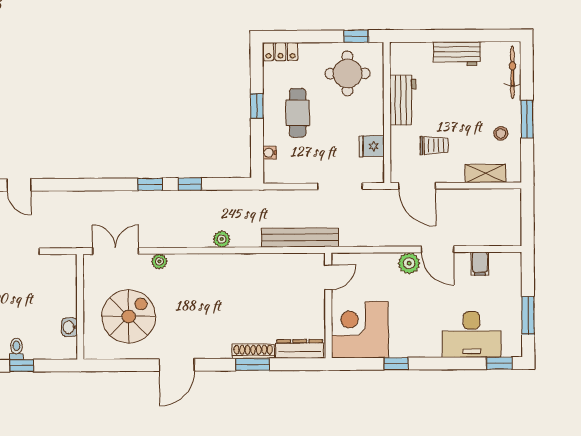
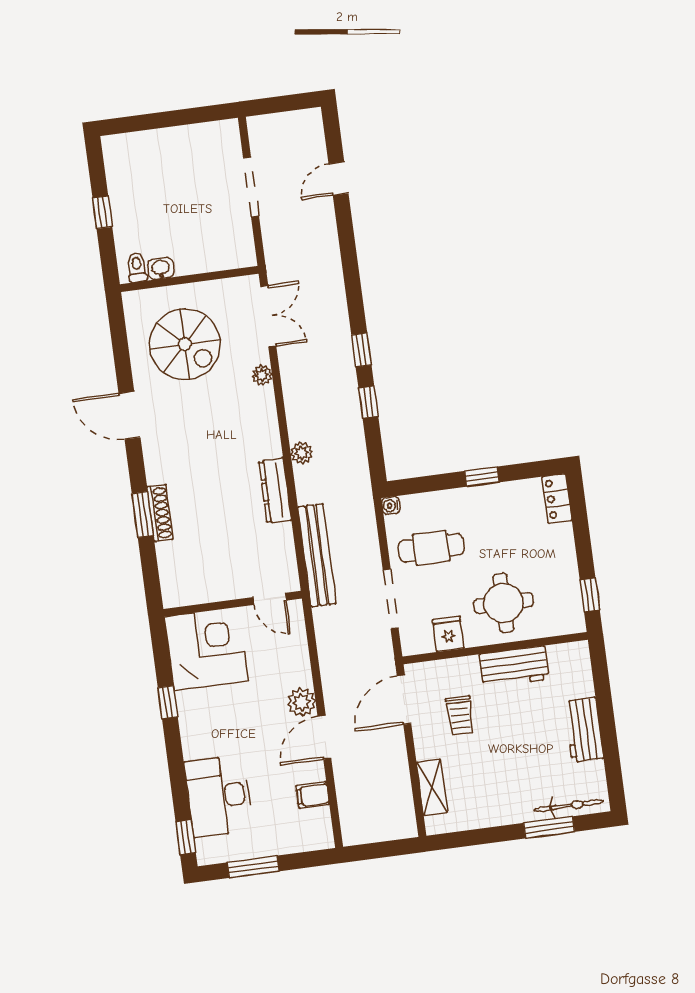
round table: (347, 73) -> (504, 603), moved
cafe table: (298, 113) -> (431, 548), moved
window: (527, 119) -> (549, 827), moved
stool: (501, 133) -> (487, 801), removed
water cooler: (270, 153) -> (391, 505), moved, turned -90
toilet: (16, 349) -> (137, 267), moved, turned -90
dresser: (300, 349) -> (275, 491), moved, turned 180

